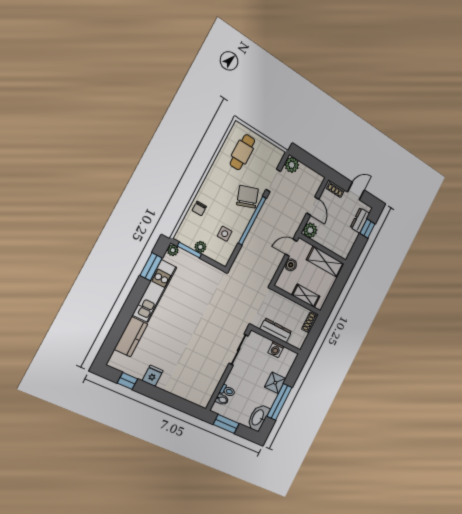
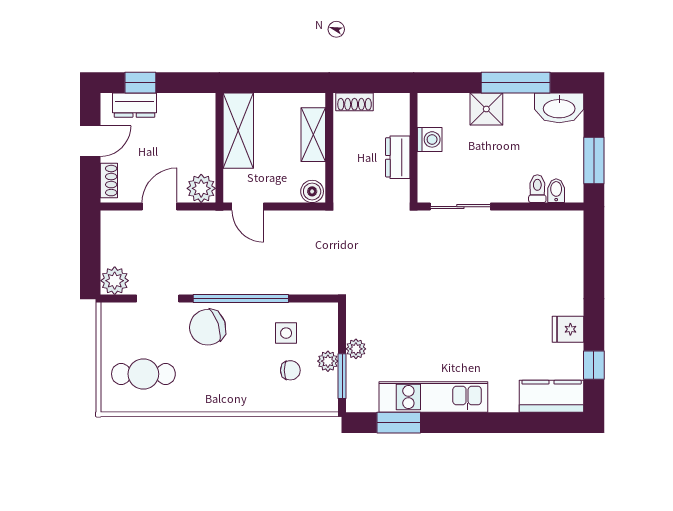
door: (356, 191) -> (90, 141), swing flipped
chair: (199, 208) -> (290, 370), moved
plant: (173, 250) -> (356, 349), moved
boiler: (291, 265) -> (312, 191), moved
dresser: (276, 330) -> (398, 157), width x0.70
kitchen counter: (131, 337) -> (552, 396), moved

